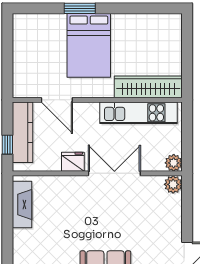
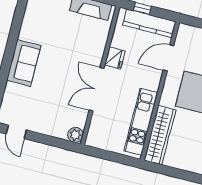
plant: (174, 163) -> (93, 140), removed
double door: (114, 173) -> (97, 89), swing flipped

